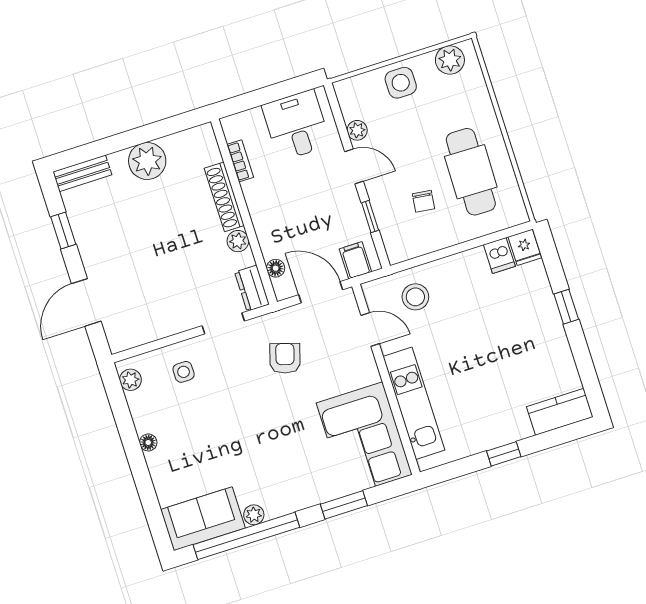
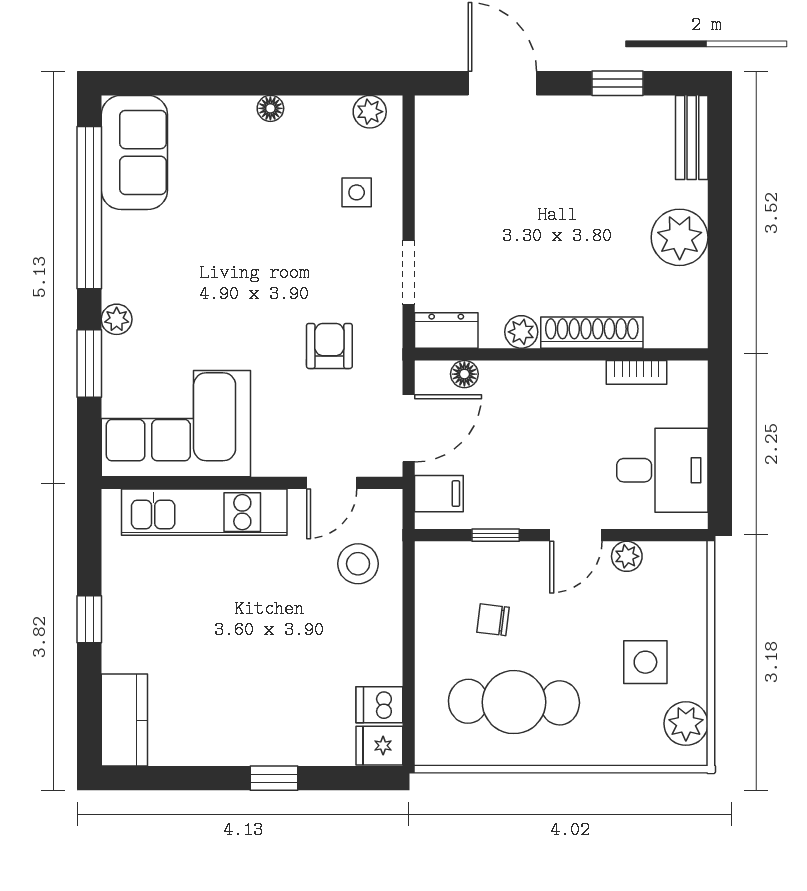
side table: (401, 83) -> (645, 662), moved
armchair: (285, 358) -> (329, 346), turned -107
plant: (254, 515) -> (117, 319), moved

